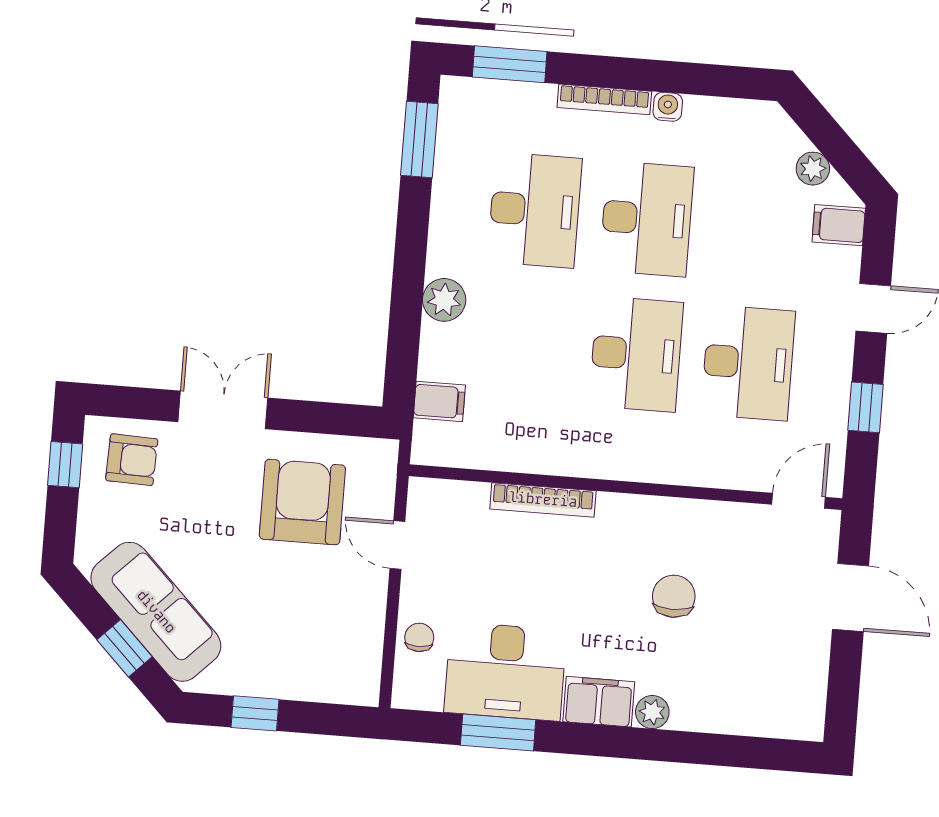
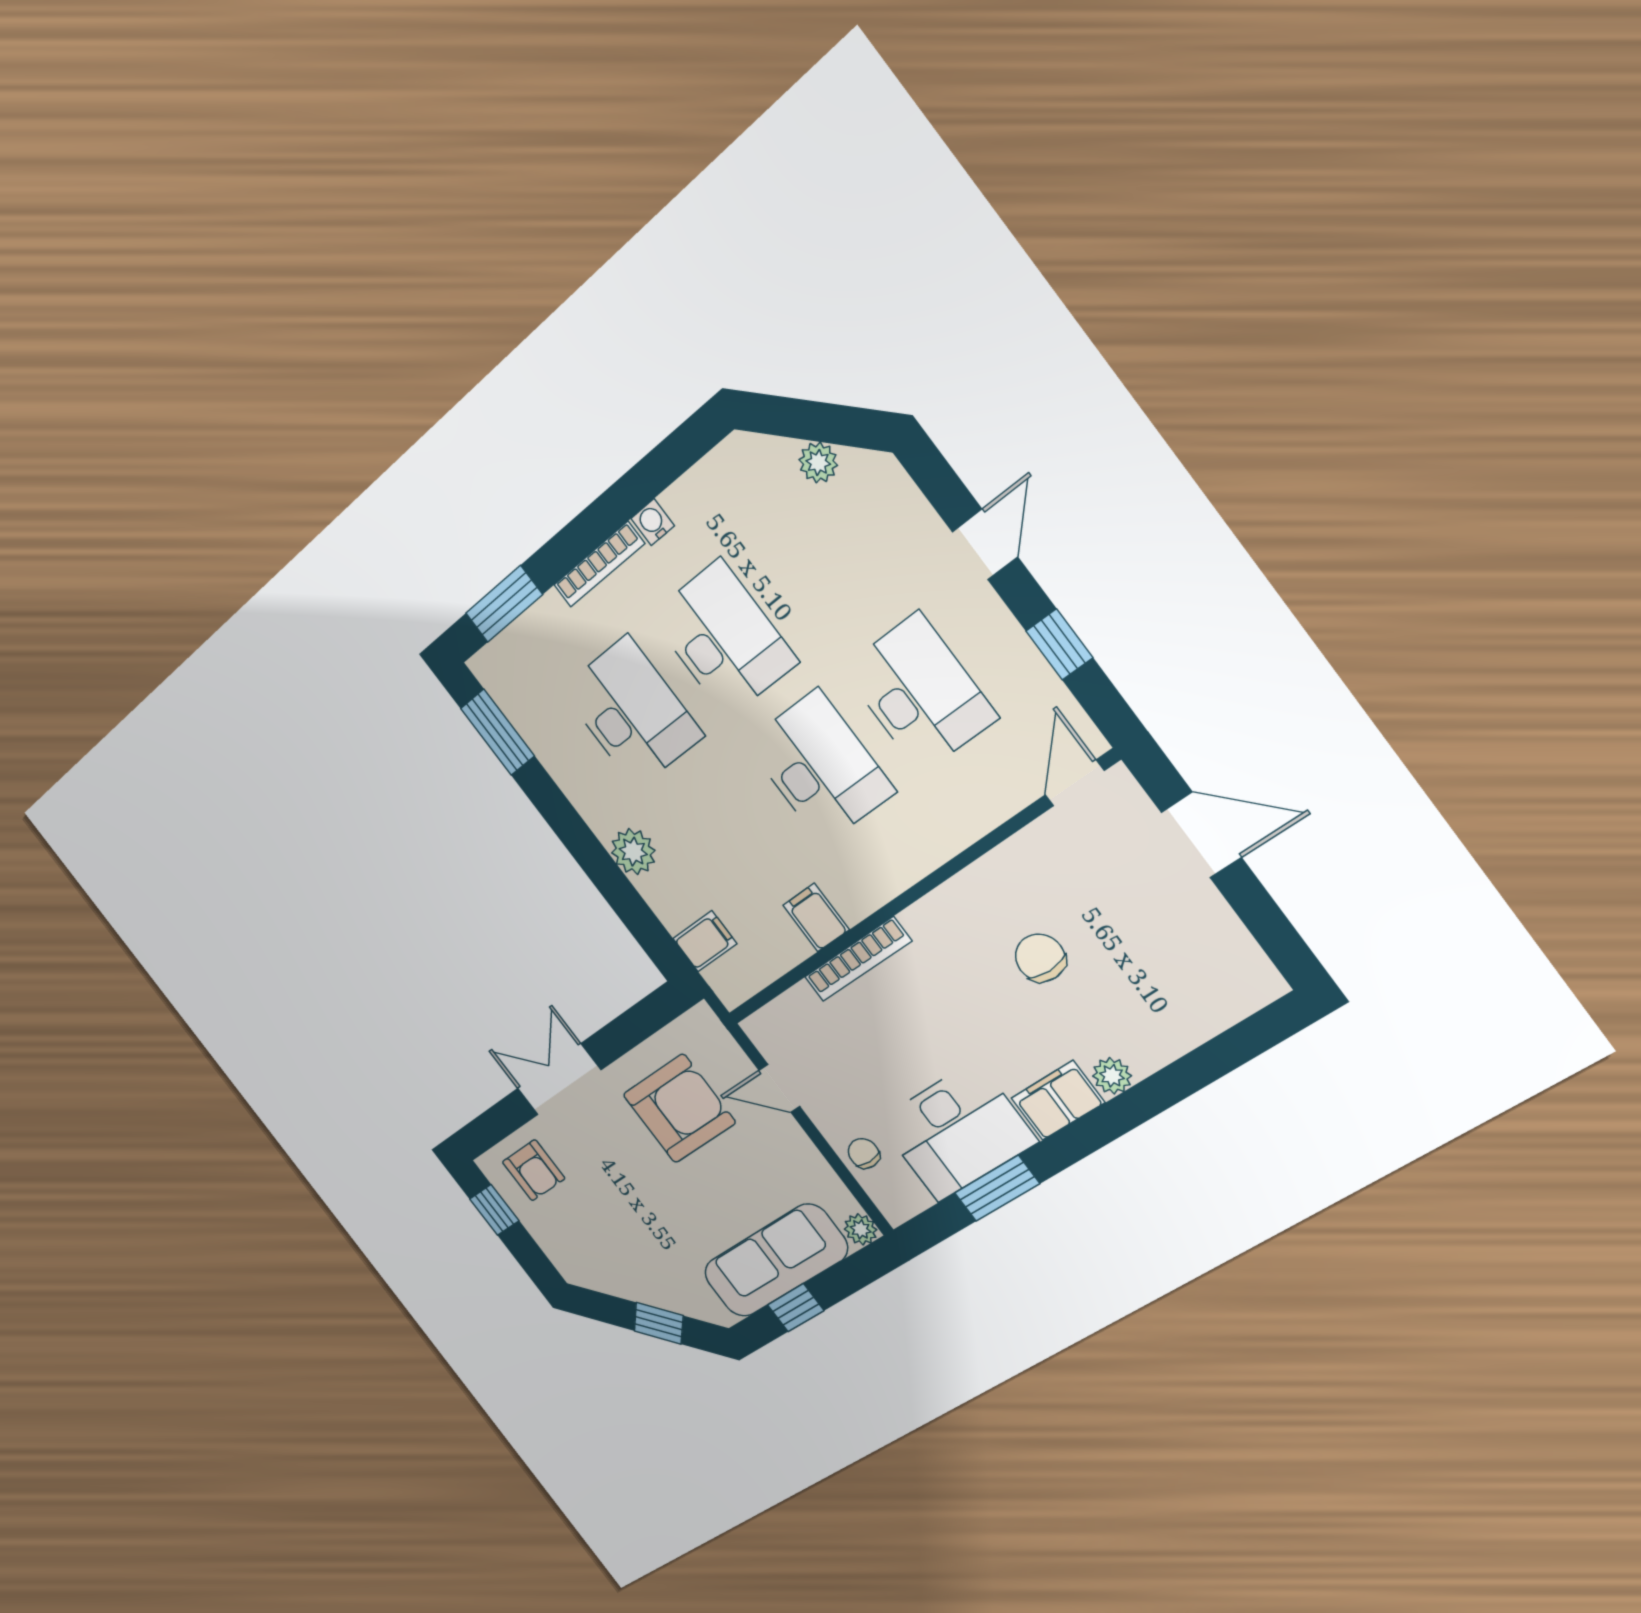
filing cabinet: (839, 225) -> (816, 917), moved, turned 90
armchair: (132, 460) -> (534, 1170), turned 88
armchair: (302, 502) -> (679, 1109), turned 90
sofa: (156, 612) -> (776, 1261), moved, turned -45
plant: (364, 690) -> (861, 1229), added

